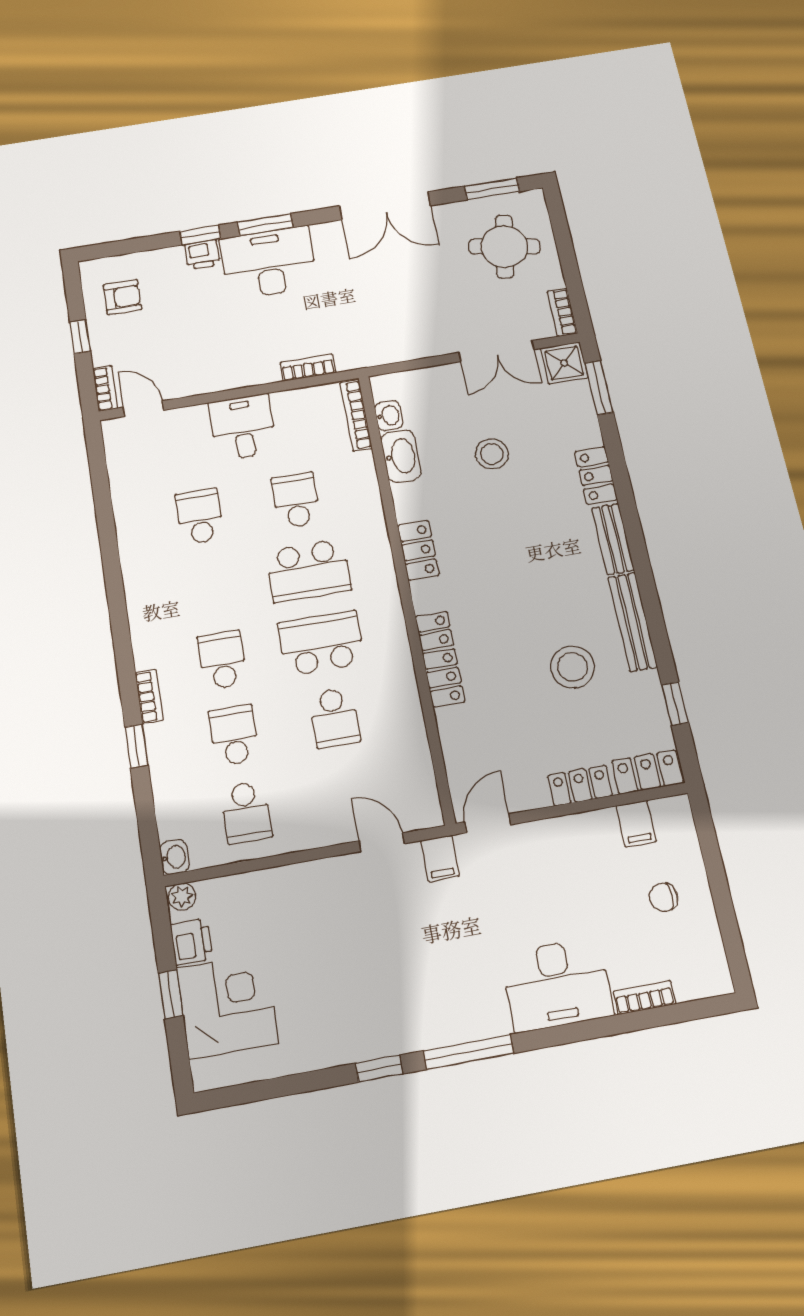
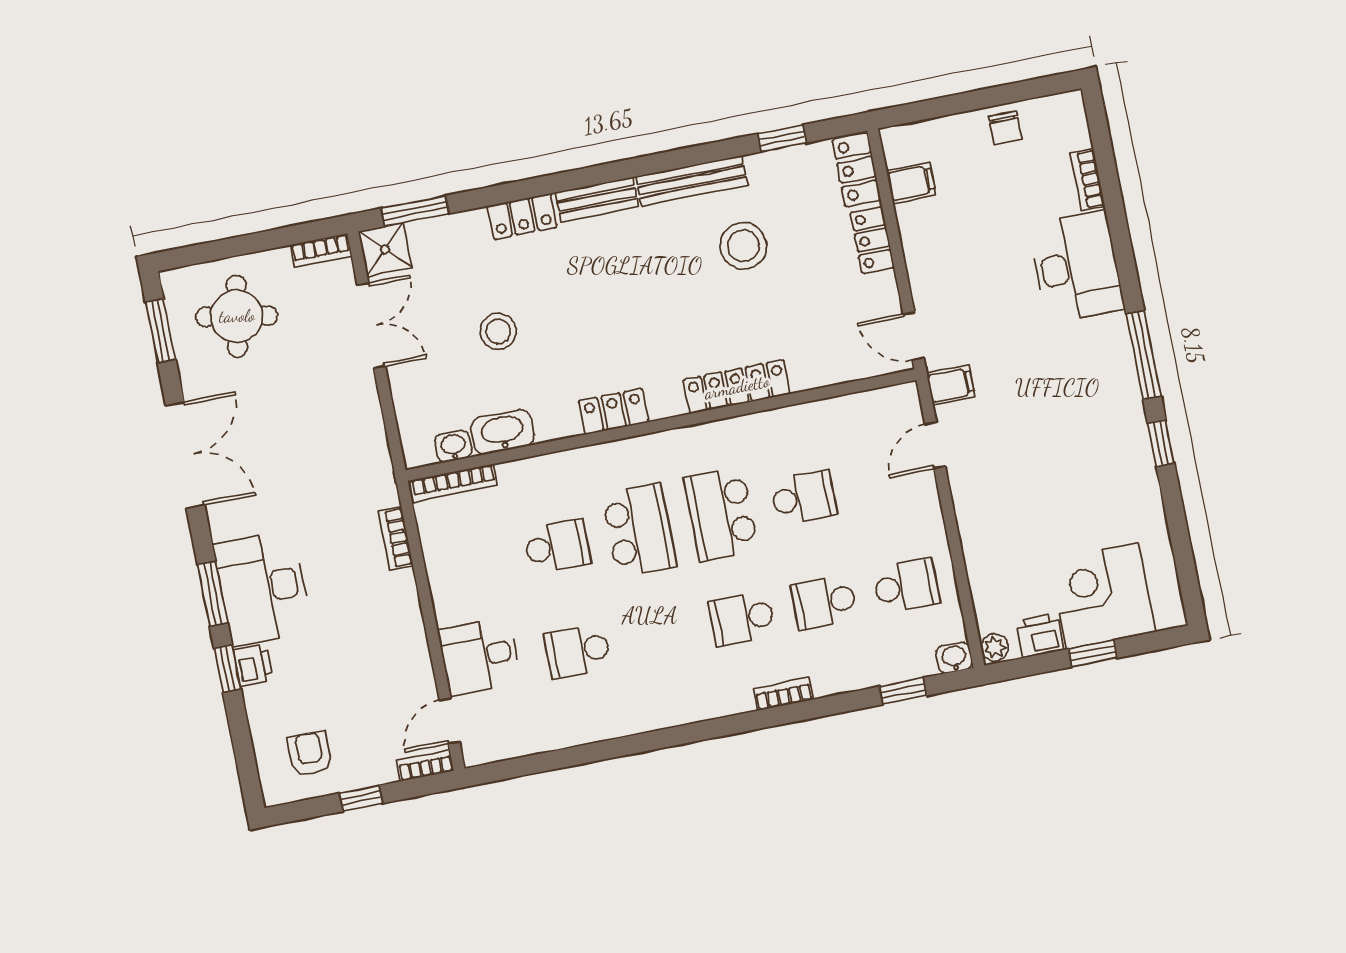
desk: (243, 427) -> (479, 656), moved
school desk: (296, 500) -> (557, 546), turned 180
window: (136, 746) -> (903, 691), moved
chair: (664, 897) -> (1005, 128), moved

